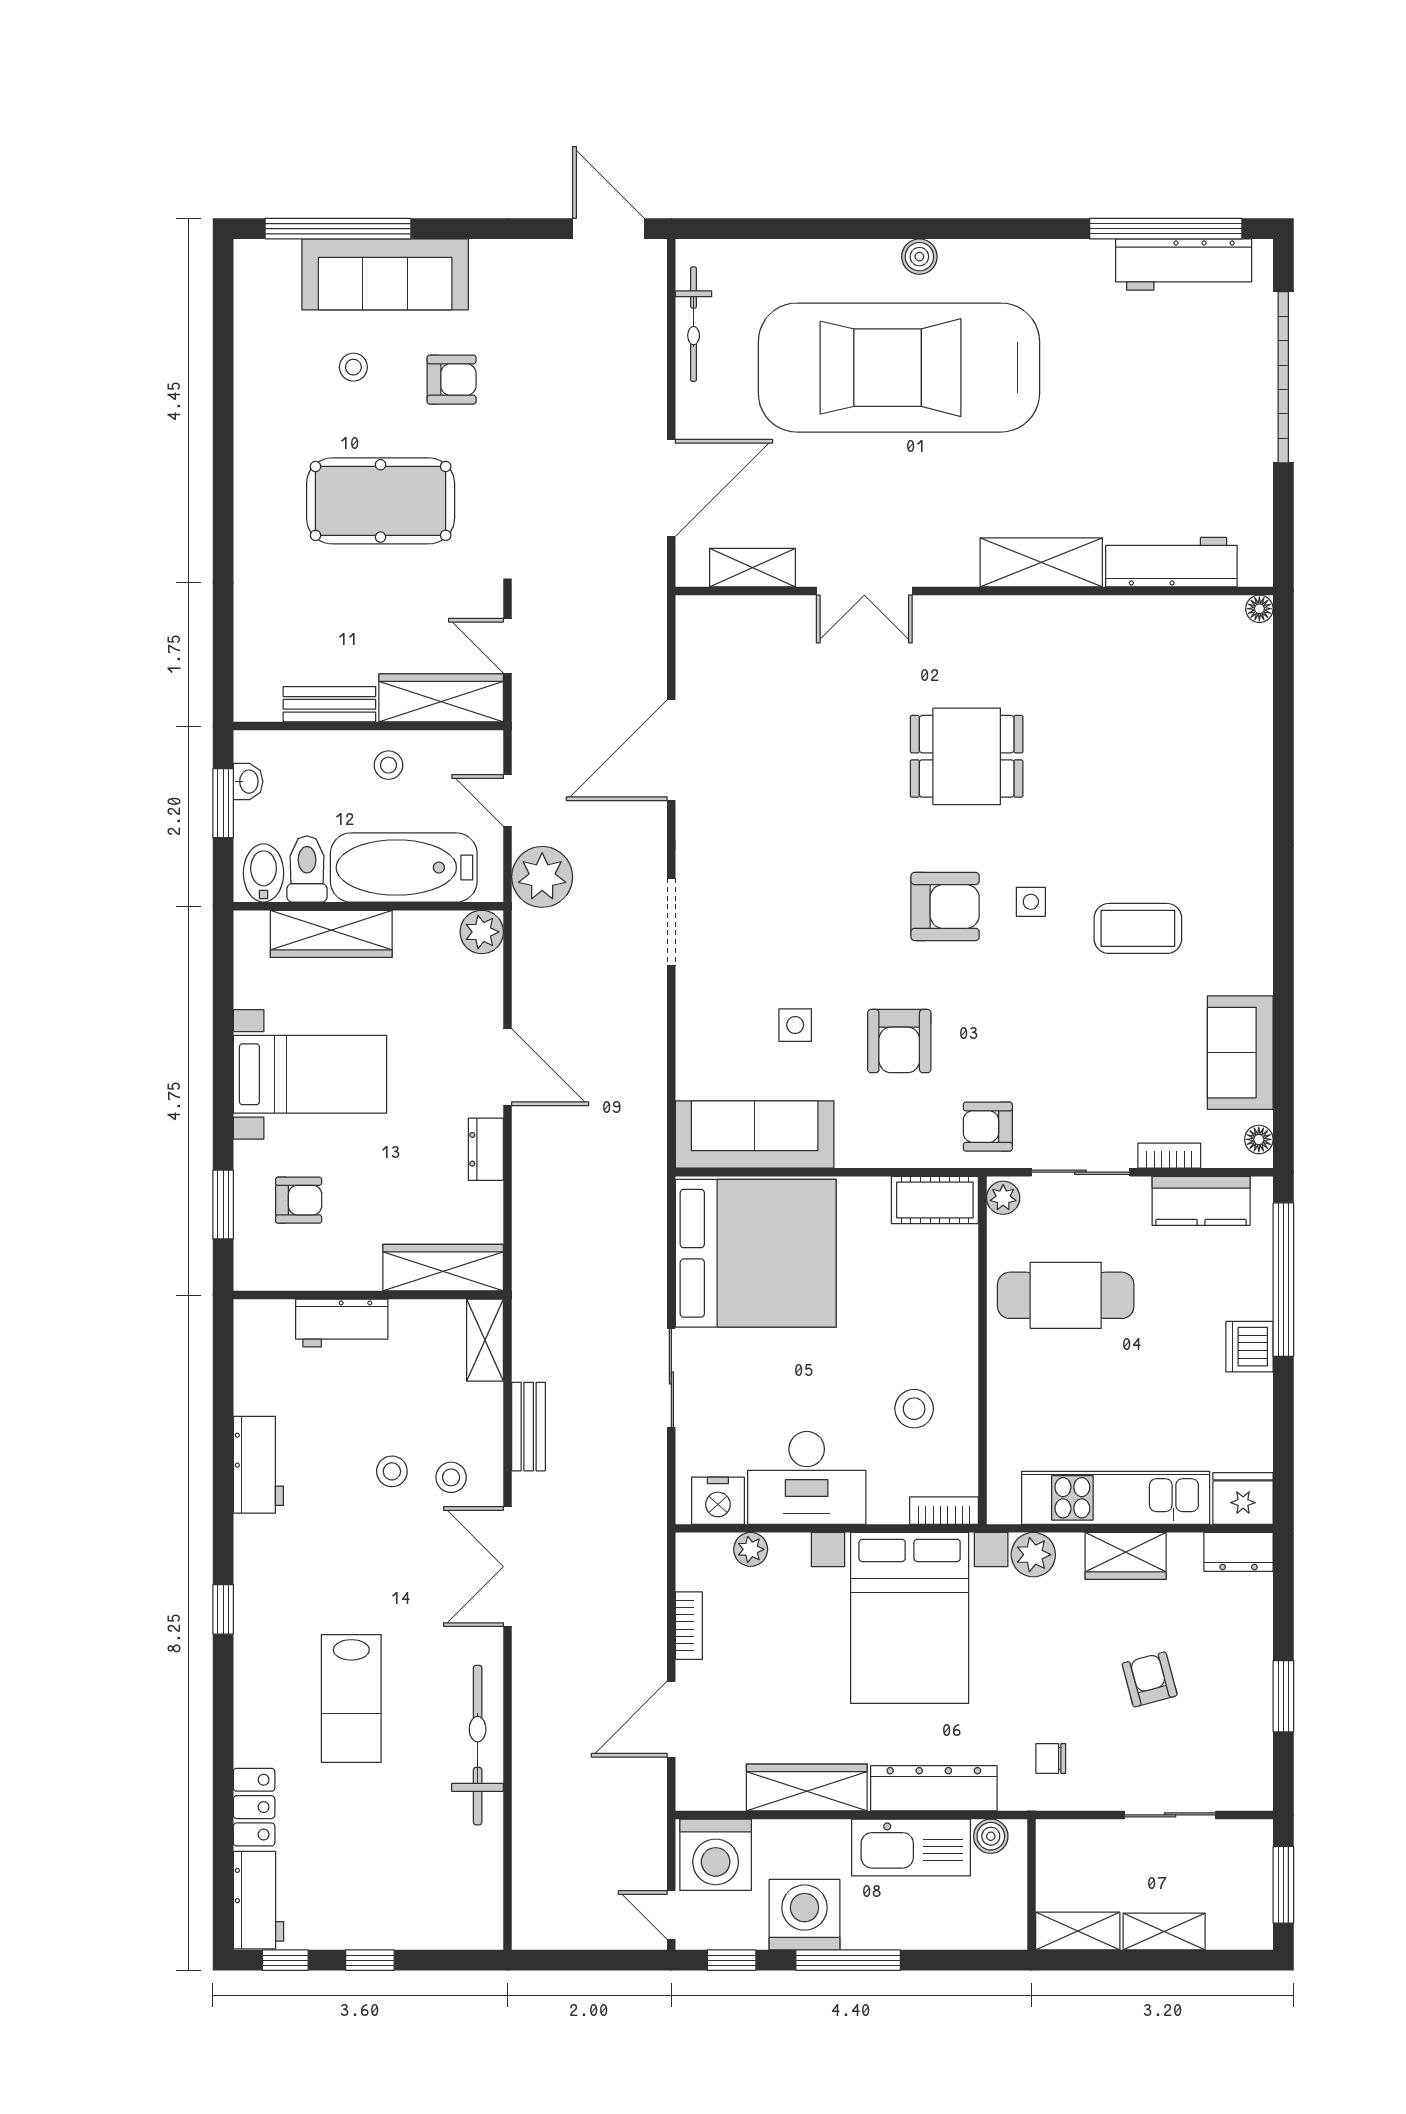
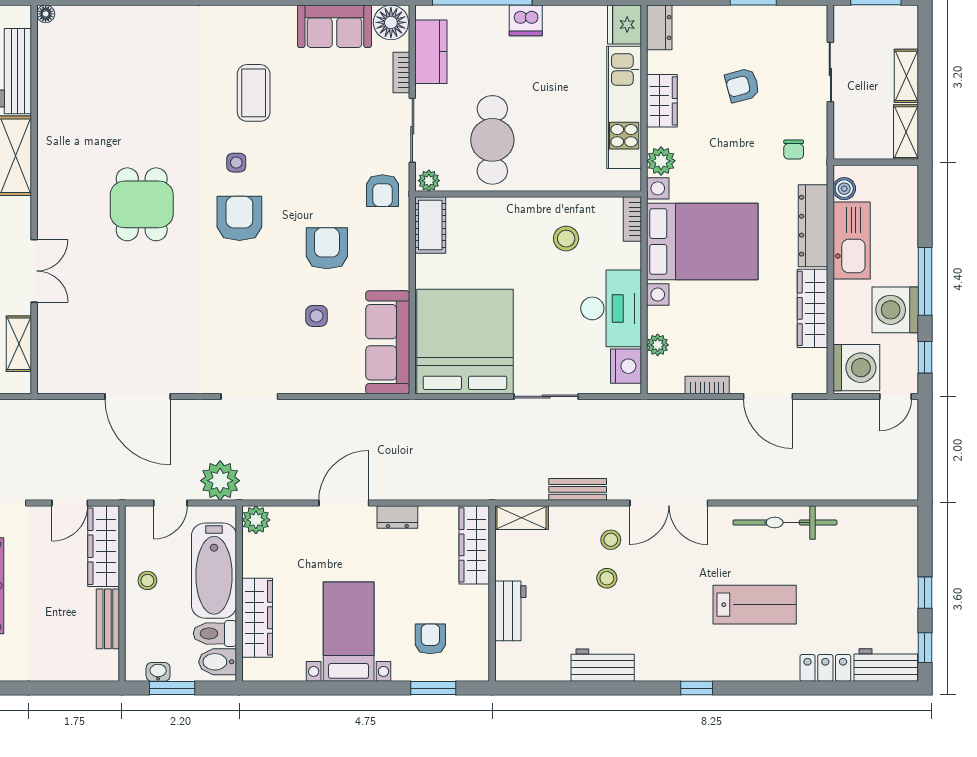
armchair: (899, 1041) -> (327, 248), turned -90
floor lamp: (1259, 1139) -> (391, 22), width x1.89, depth x1.89

